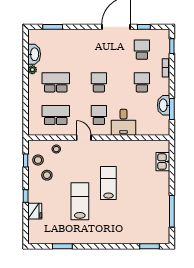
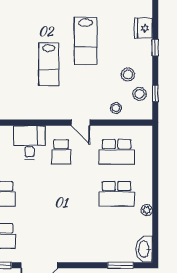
washbasin: (34, 54) -> (144, 249), moved
school desk: (99, 82) -> (61, 194), removed

